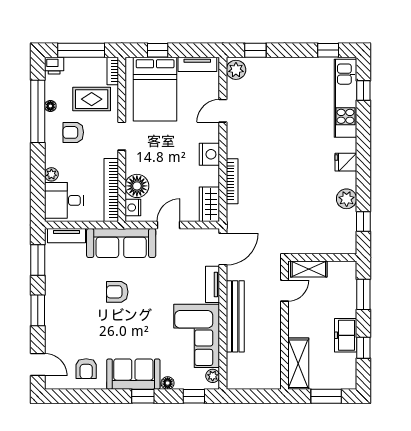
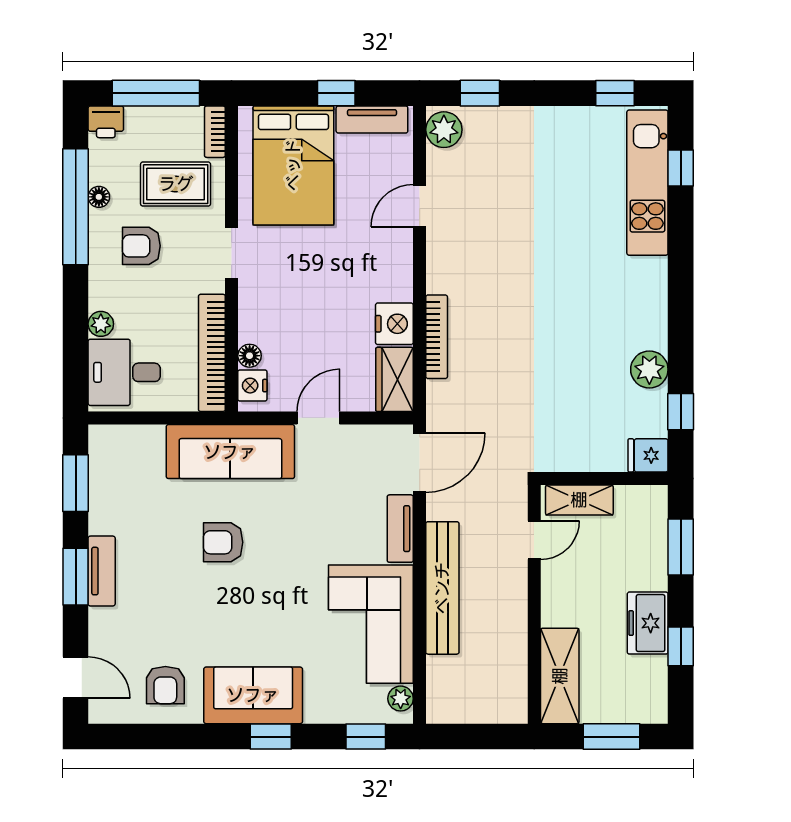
window: (158, 50) -> (336, 93), moved
nightstand: (209, 154) -> (394, 324), moved
fridge: (346, 162) -> (648, 455), moved
floor lamp: (137, 186) -> (250, 356), width x0.53, depth x0.53
tv unit: (67, 236) -> (102, 571), moved, turned -90
floor lamp: (168, 383) -> (317, 712), removed

